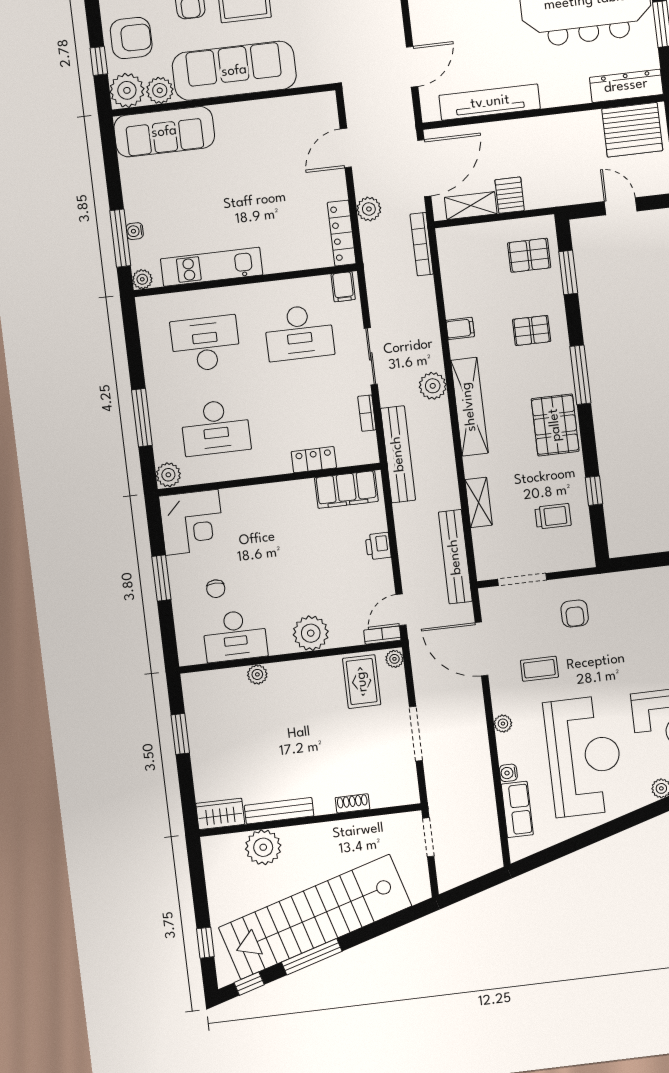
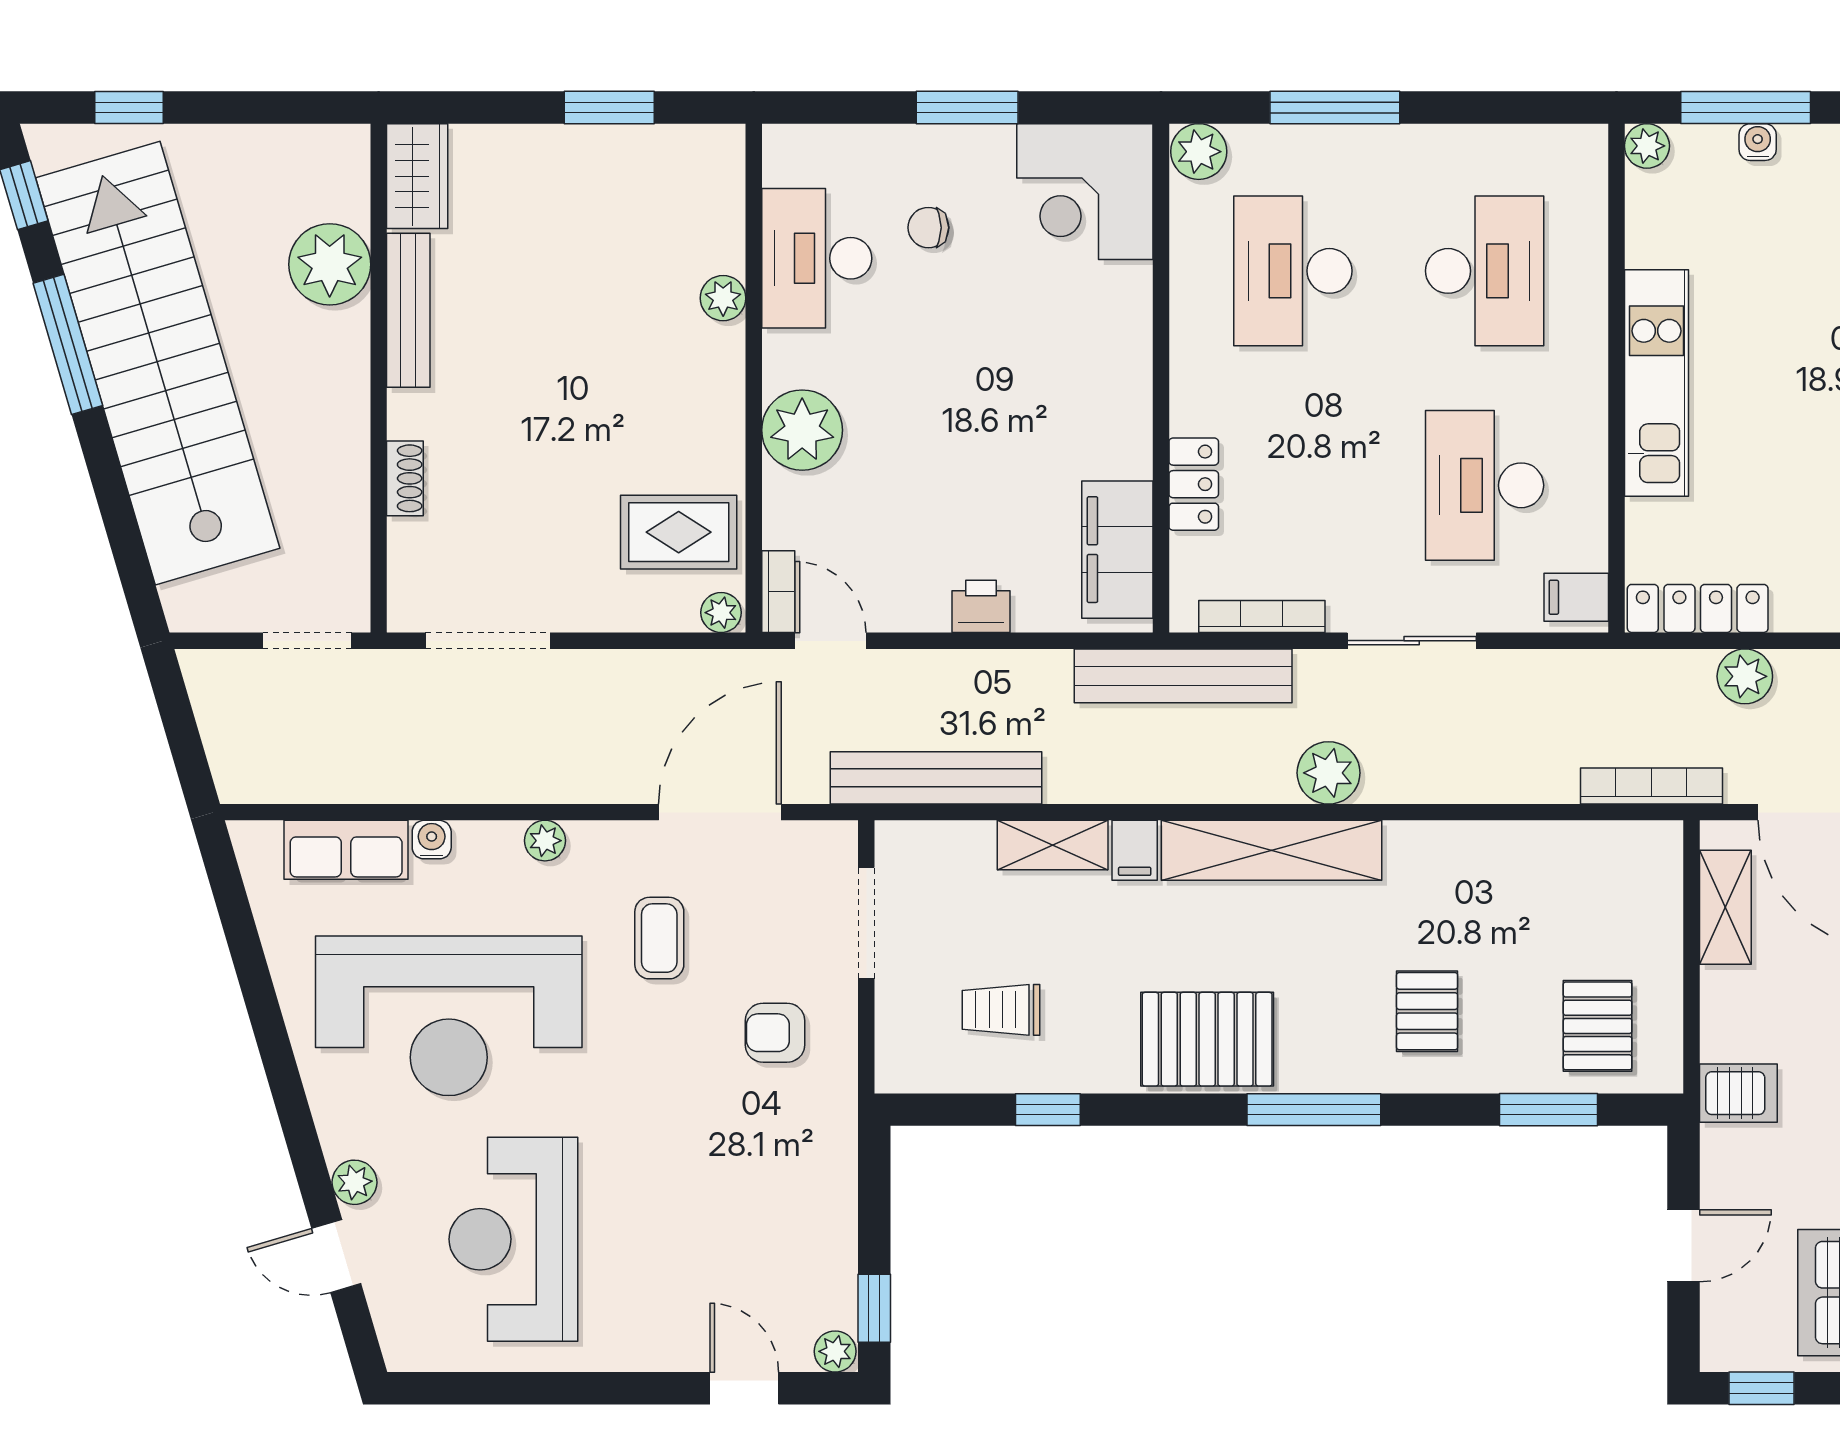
server rack: (510, 195) -> (1738, 1093), moved
kitchen unit: (212, 267) -> (1656, 383), moved
filing cabinet: (460, 328) -> (1135, 850), moved
bookcase: (367, 413) -> (1262, 617), width x1.56
trolley: (553, 516) -> (1001, 1010), turned 90
doorway: (416, 734) -> (488, 641), moved

